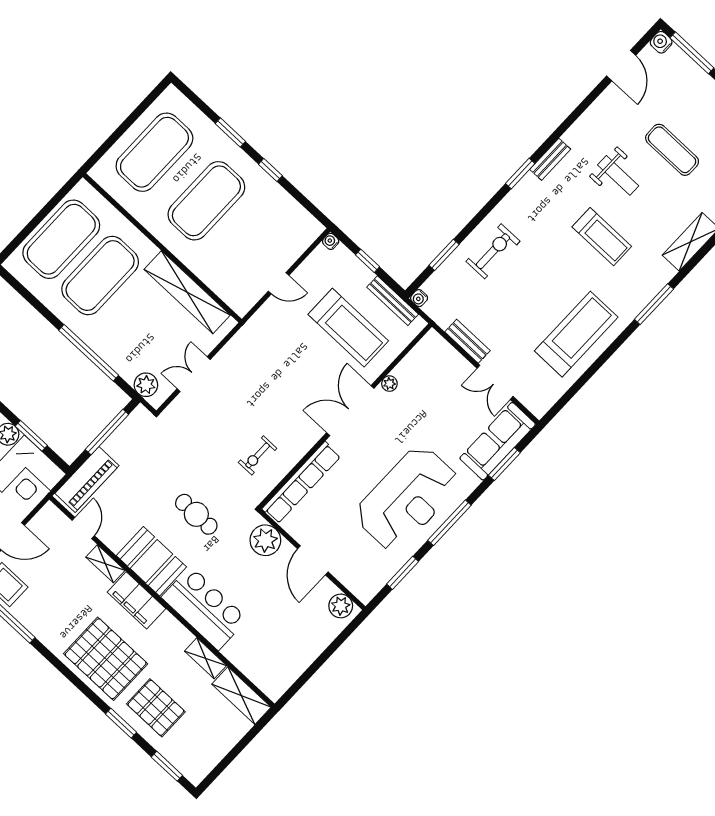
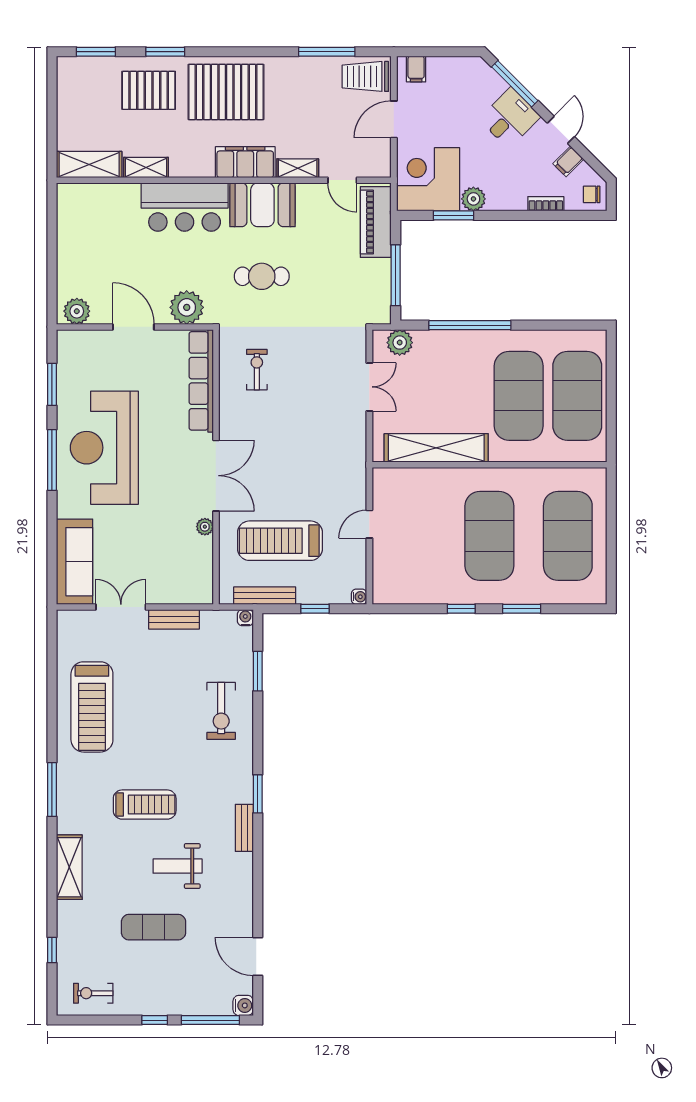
treadmill: (602, 237) -> (145, 805), turned 180
window: (504, 464) -> (52, 548), removed

